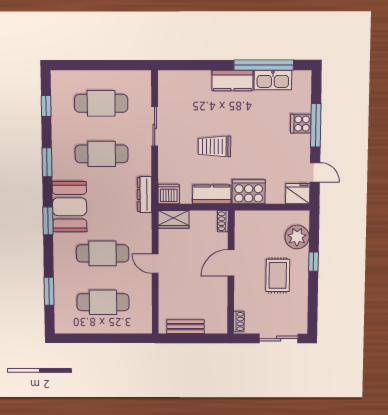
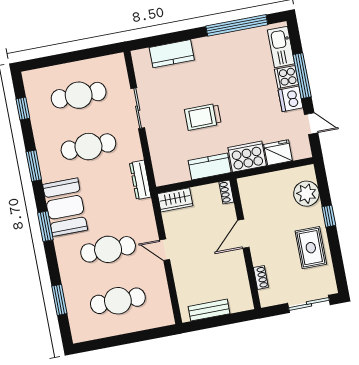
kitchen counter: (233, 80) -> (172, 54), moved
kitchen sink: (273, 80) -> (281, 47), moved, turned 90
dishwasher: (169, 194) -> (291, 99), moved, turned -90
fridge: (298, 194) -> (278, 153), moved
rug: (278, 275) -> (311, 248), moved
shoe rack: (239, 322) -> (261, 277), moved

